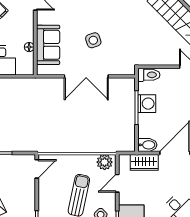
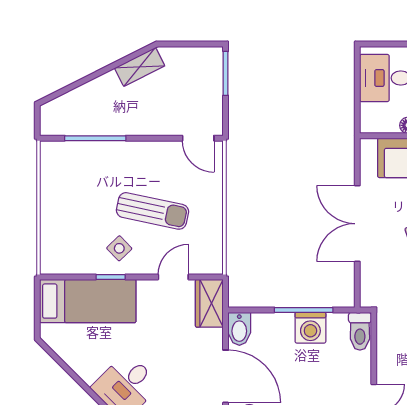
plant: (105, 162) -> (210, 255), removed
wardrobe: (144, 162) -> (209, 303), moved
door: (117, 183) -> (173, 277), hinge flipped

